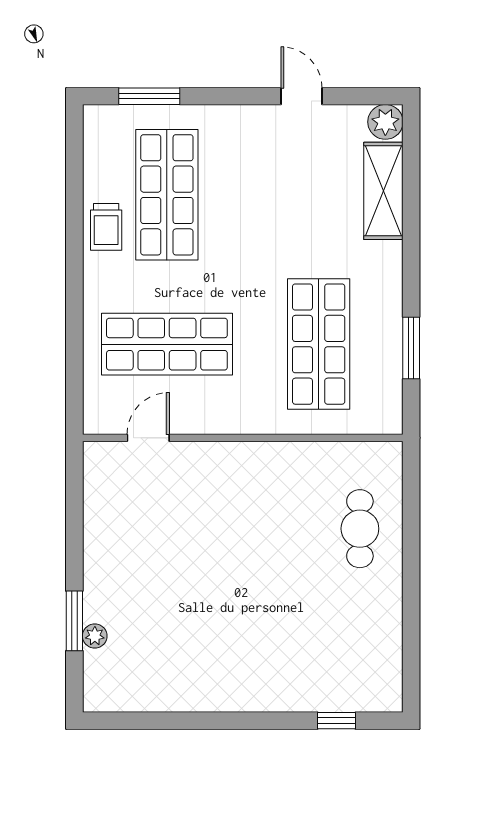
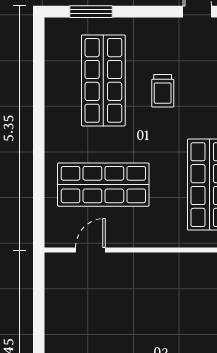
trolley: (106, 227) -> (163, 91), moved

